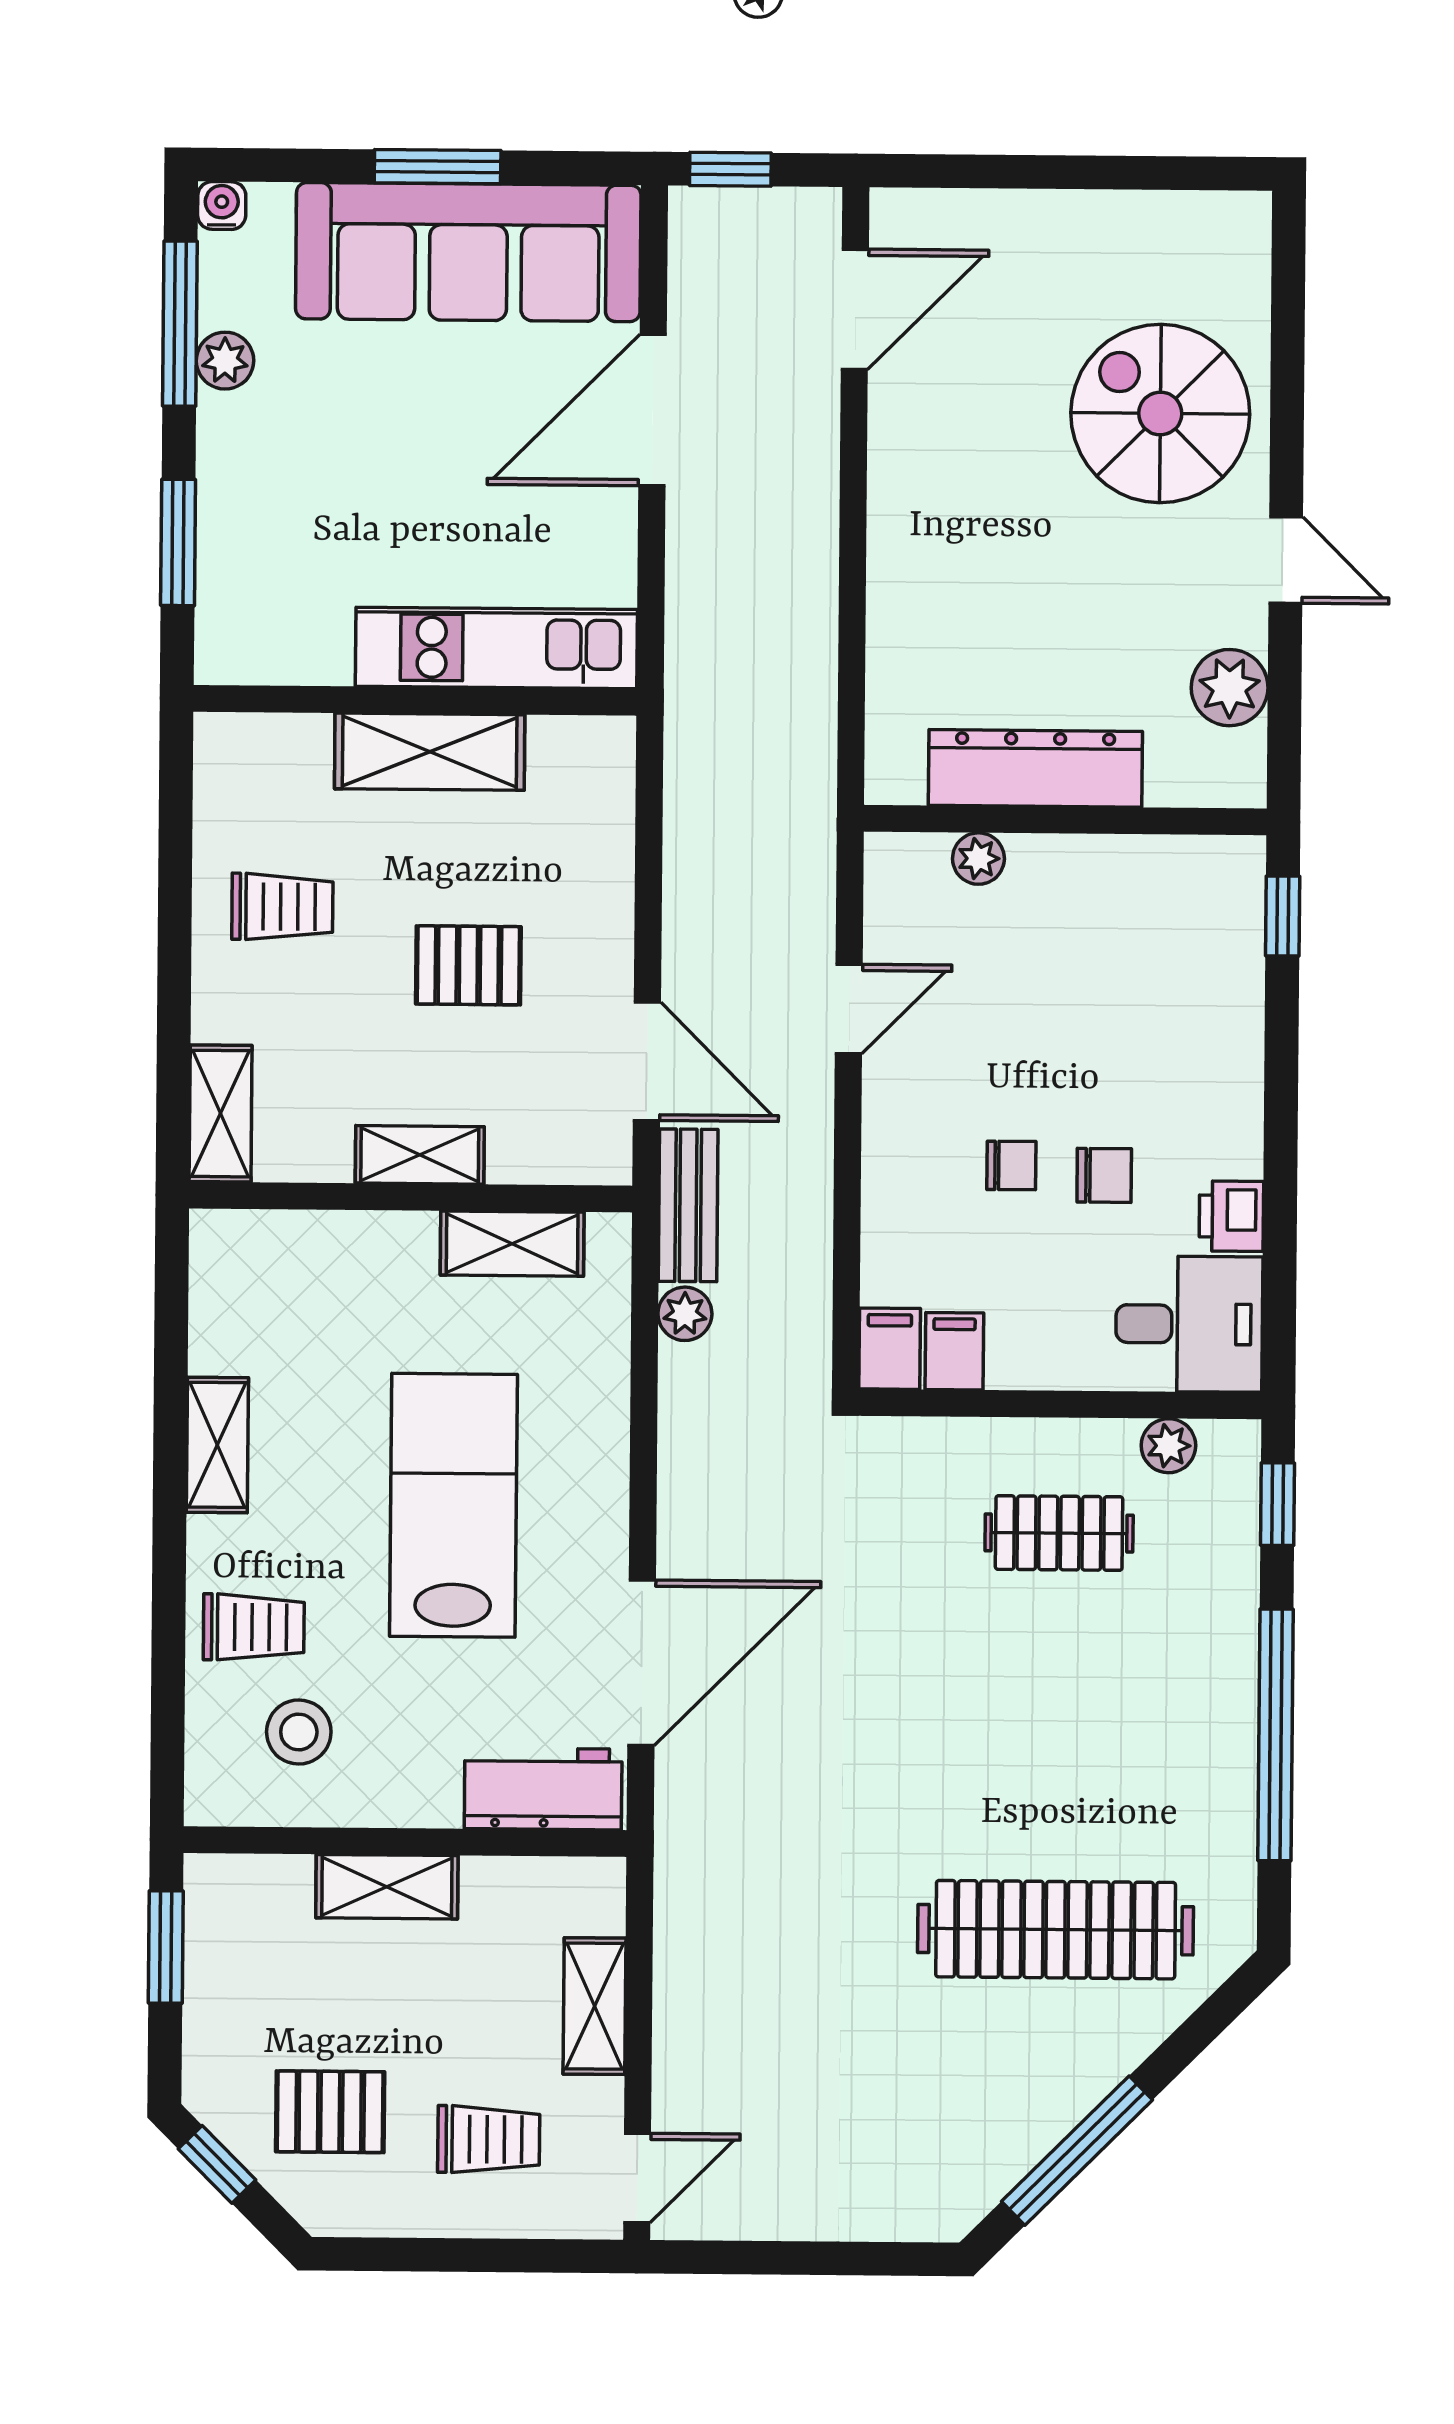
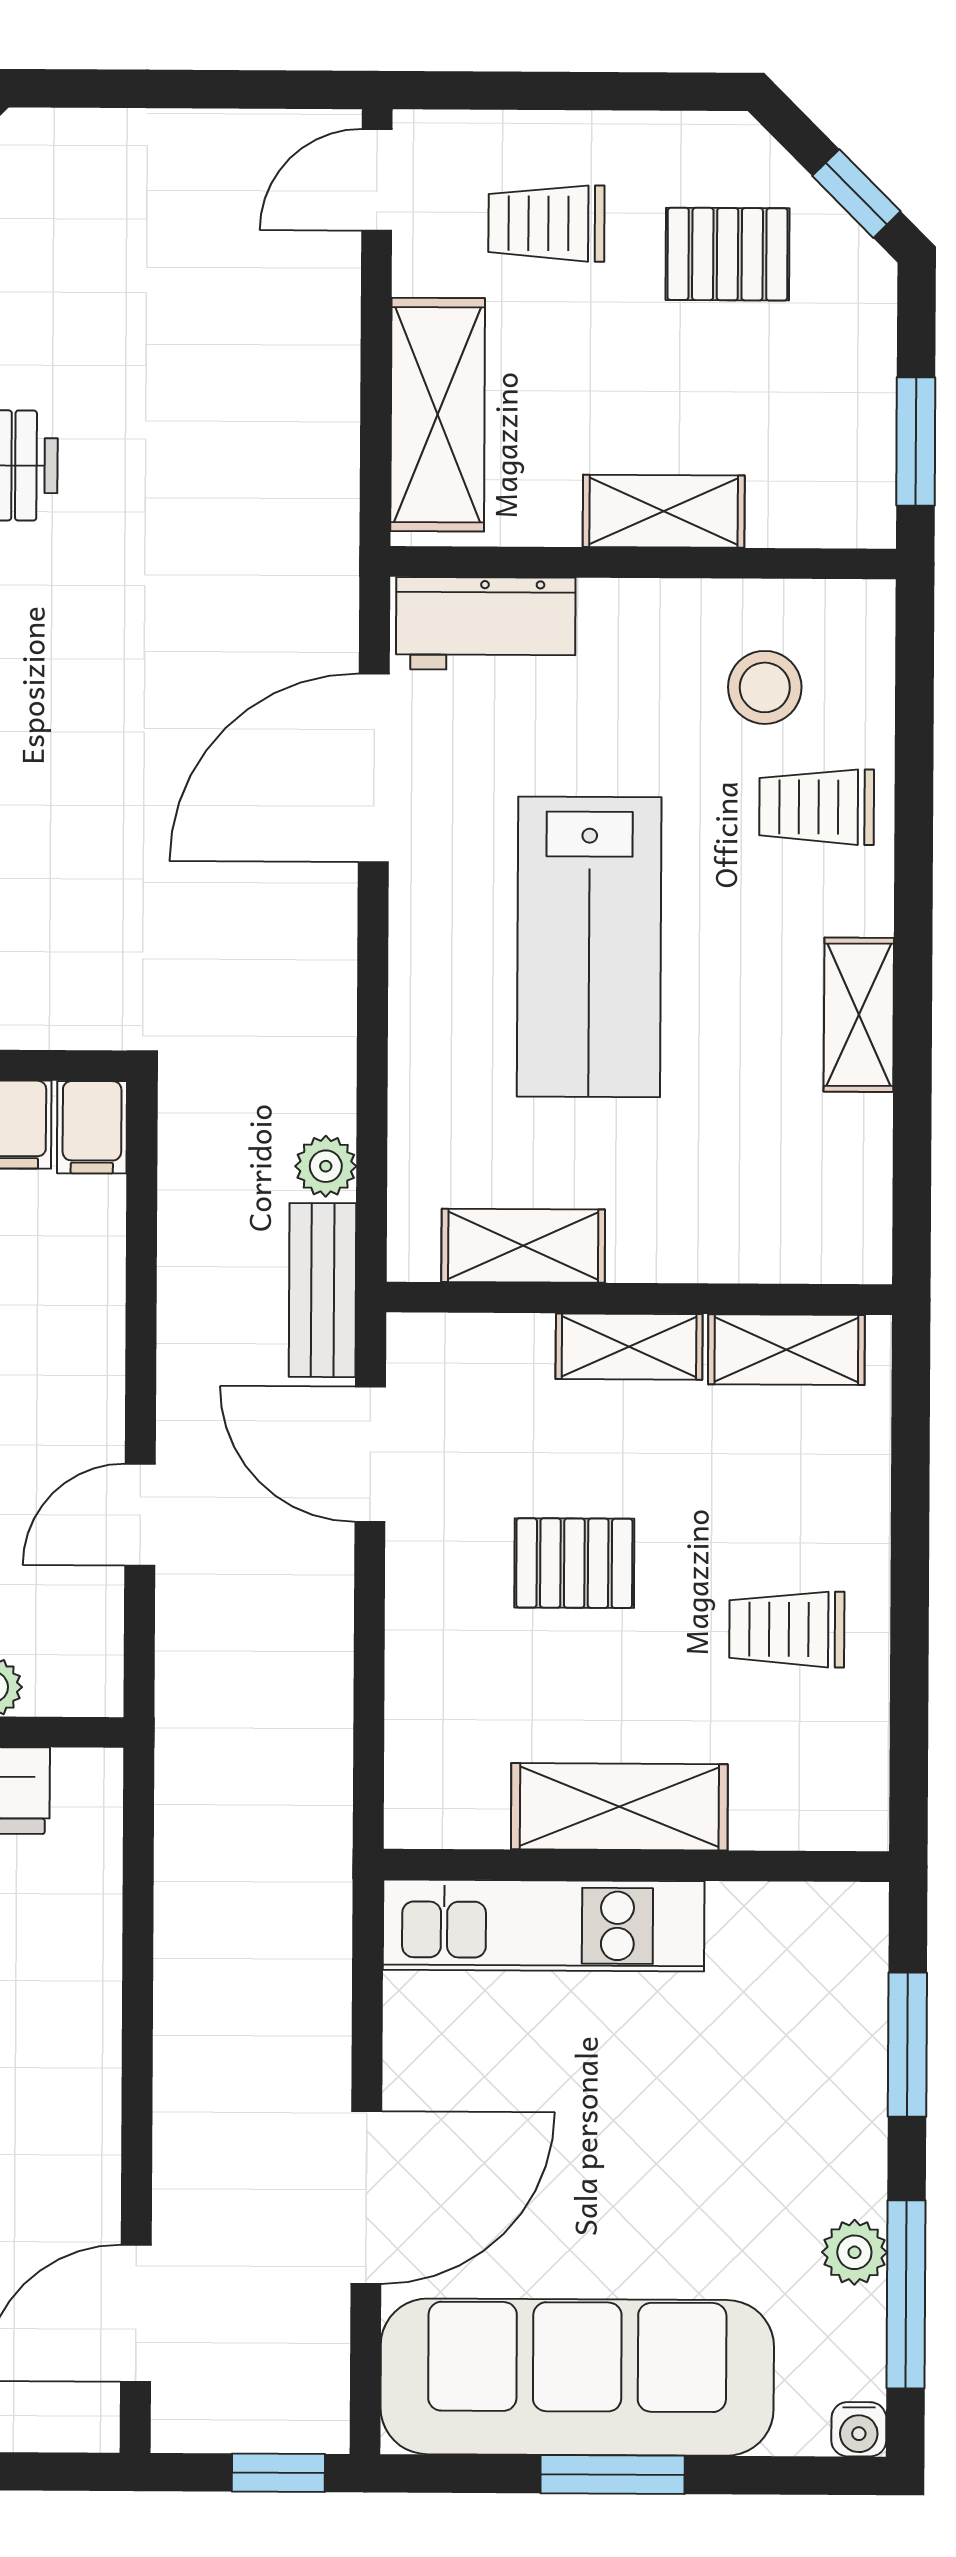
shelving: (221, 1114) -> (786, 1350), moved, turned 90
shelving: (594, 2006) -> (438, 415), width x1.50, depth x1.33

